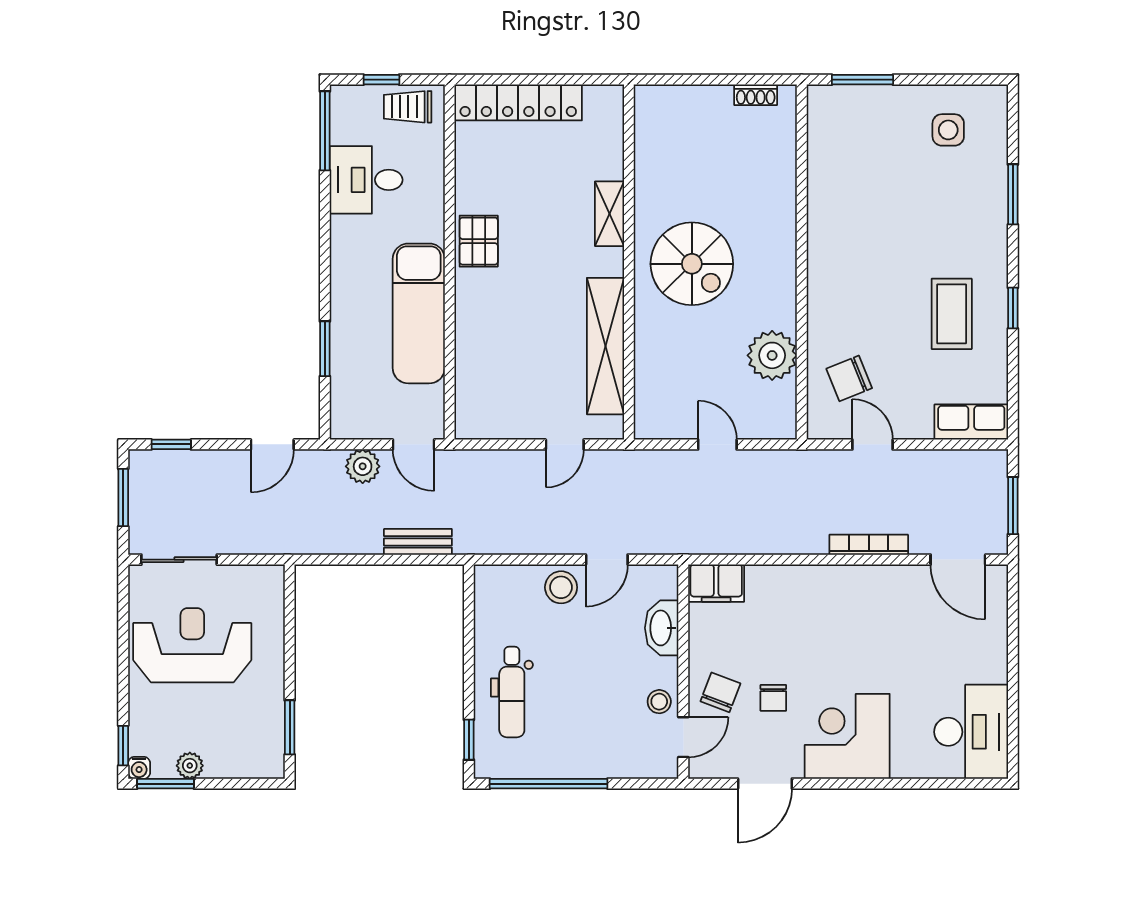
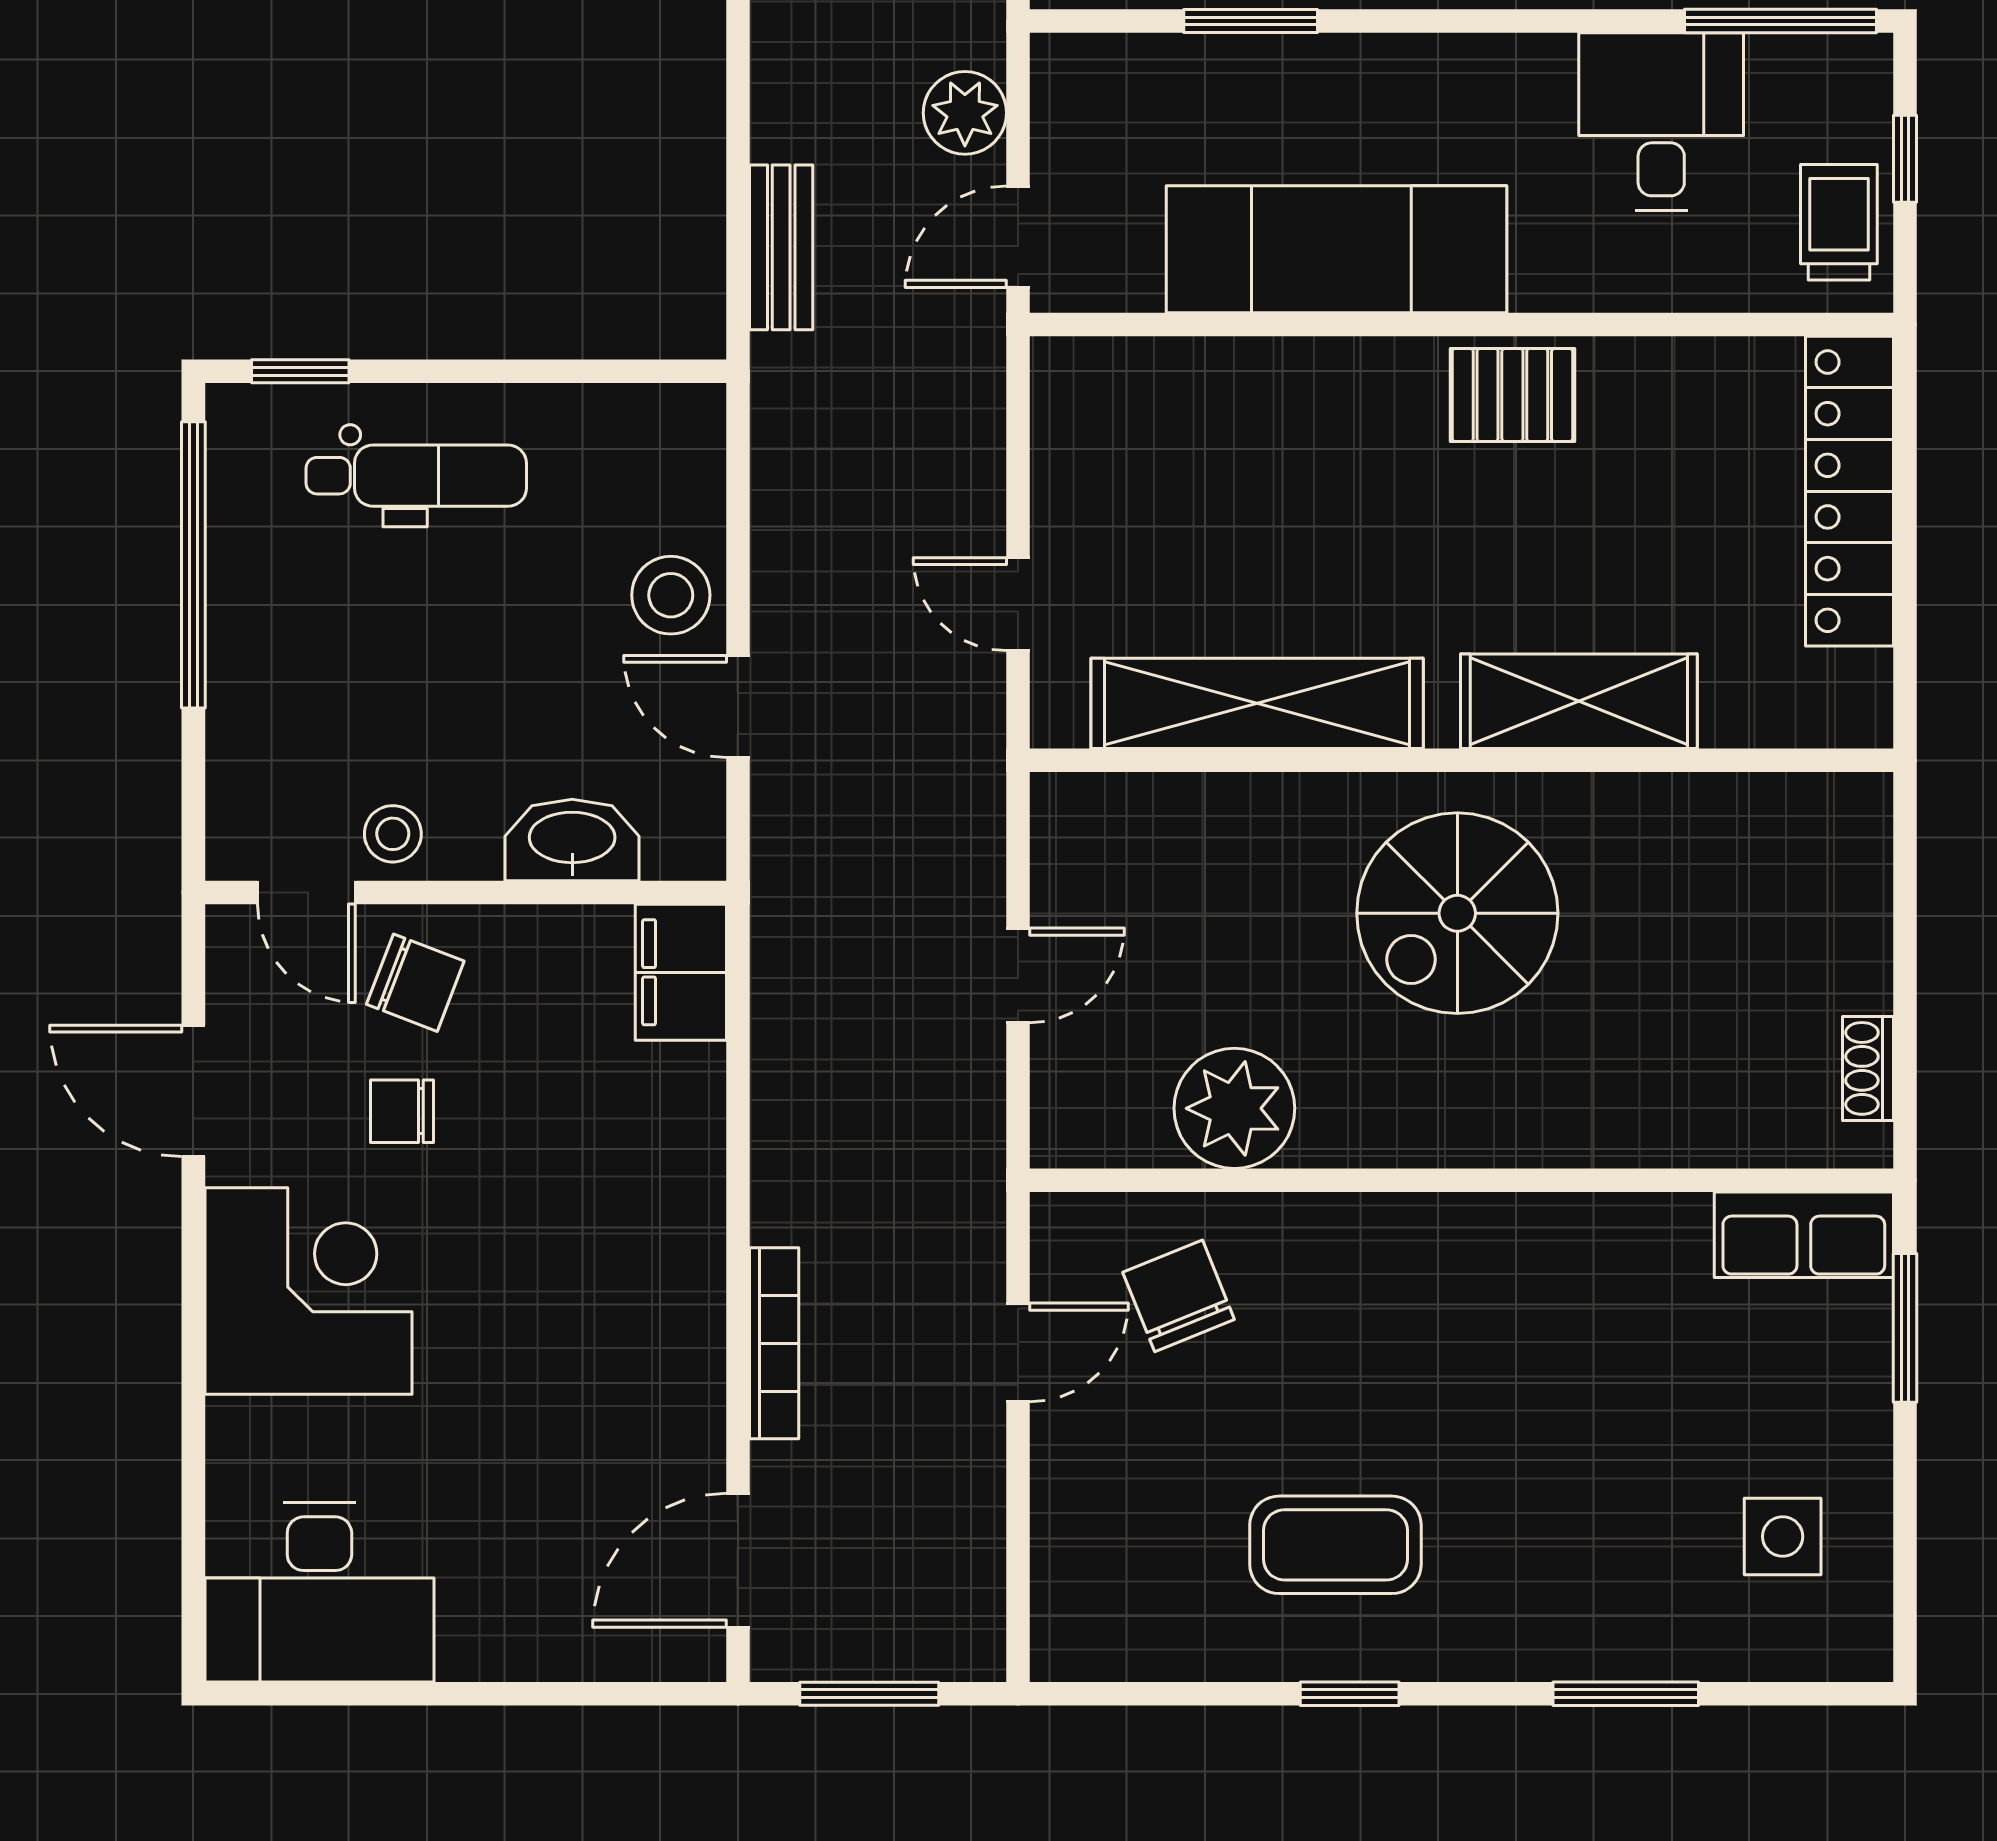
shelving: (609, 214) -> (1579, 701), width x1.50, depth x1.33
row of seats: (971, 422) -> (1804, 1235), moved, turned 90
dental chair: (512, 692) -> (416, 476), turned 180

